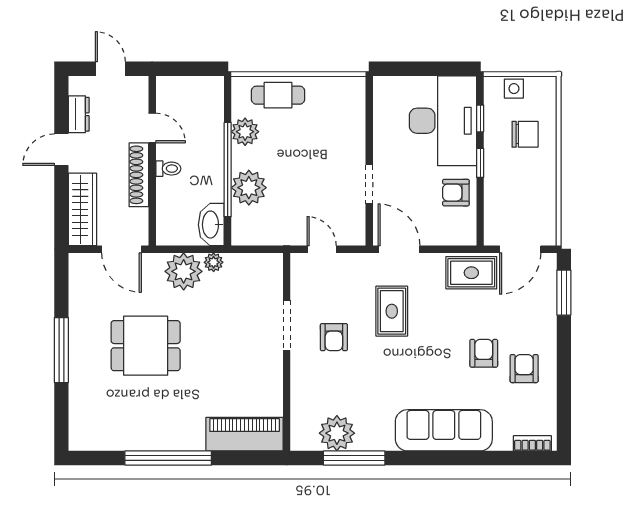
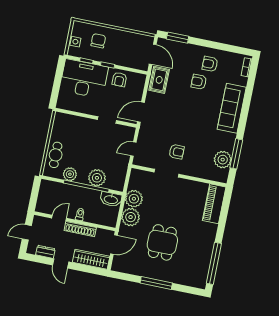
plant: (214, 262) -> (134, 199), width x1.88, depth x1.88
rug: (392, 311) -> (170, 122), removed
window: (168, 458) -> (214, 263), moved

